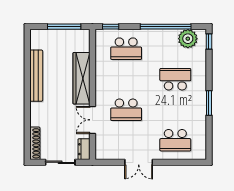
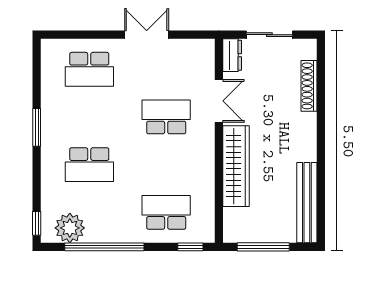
bench: (36, 76) -> (307, 203), moved
school desk: (175, 140) -> (89, 69), turned 180
shoe rack: (35, 143) -> (309, 86), moved

